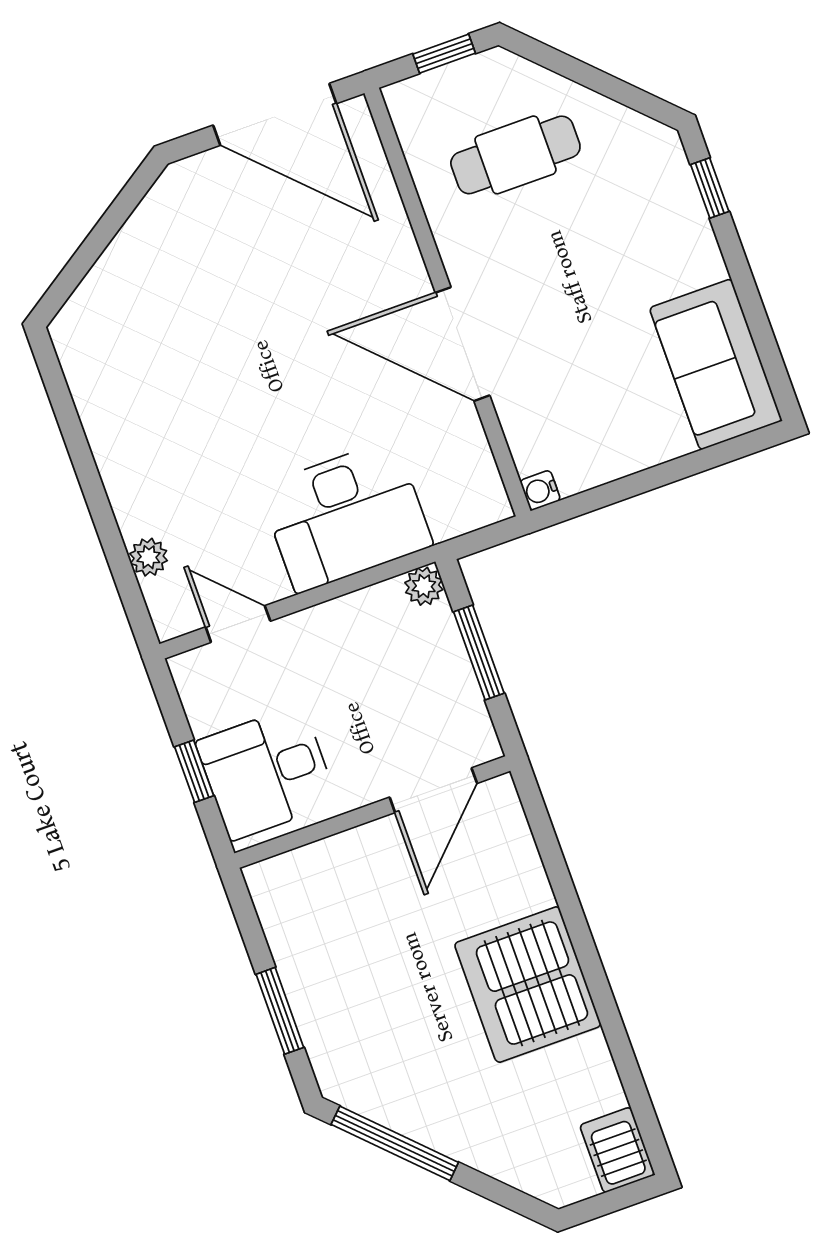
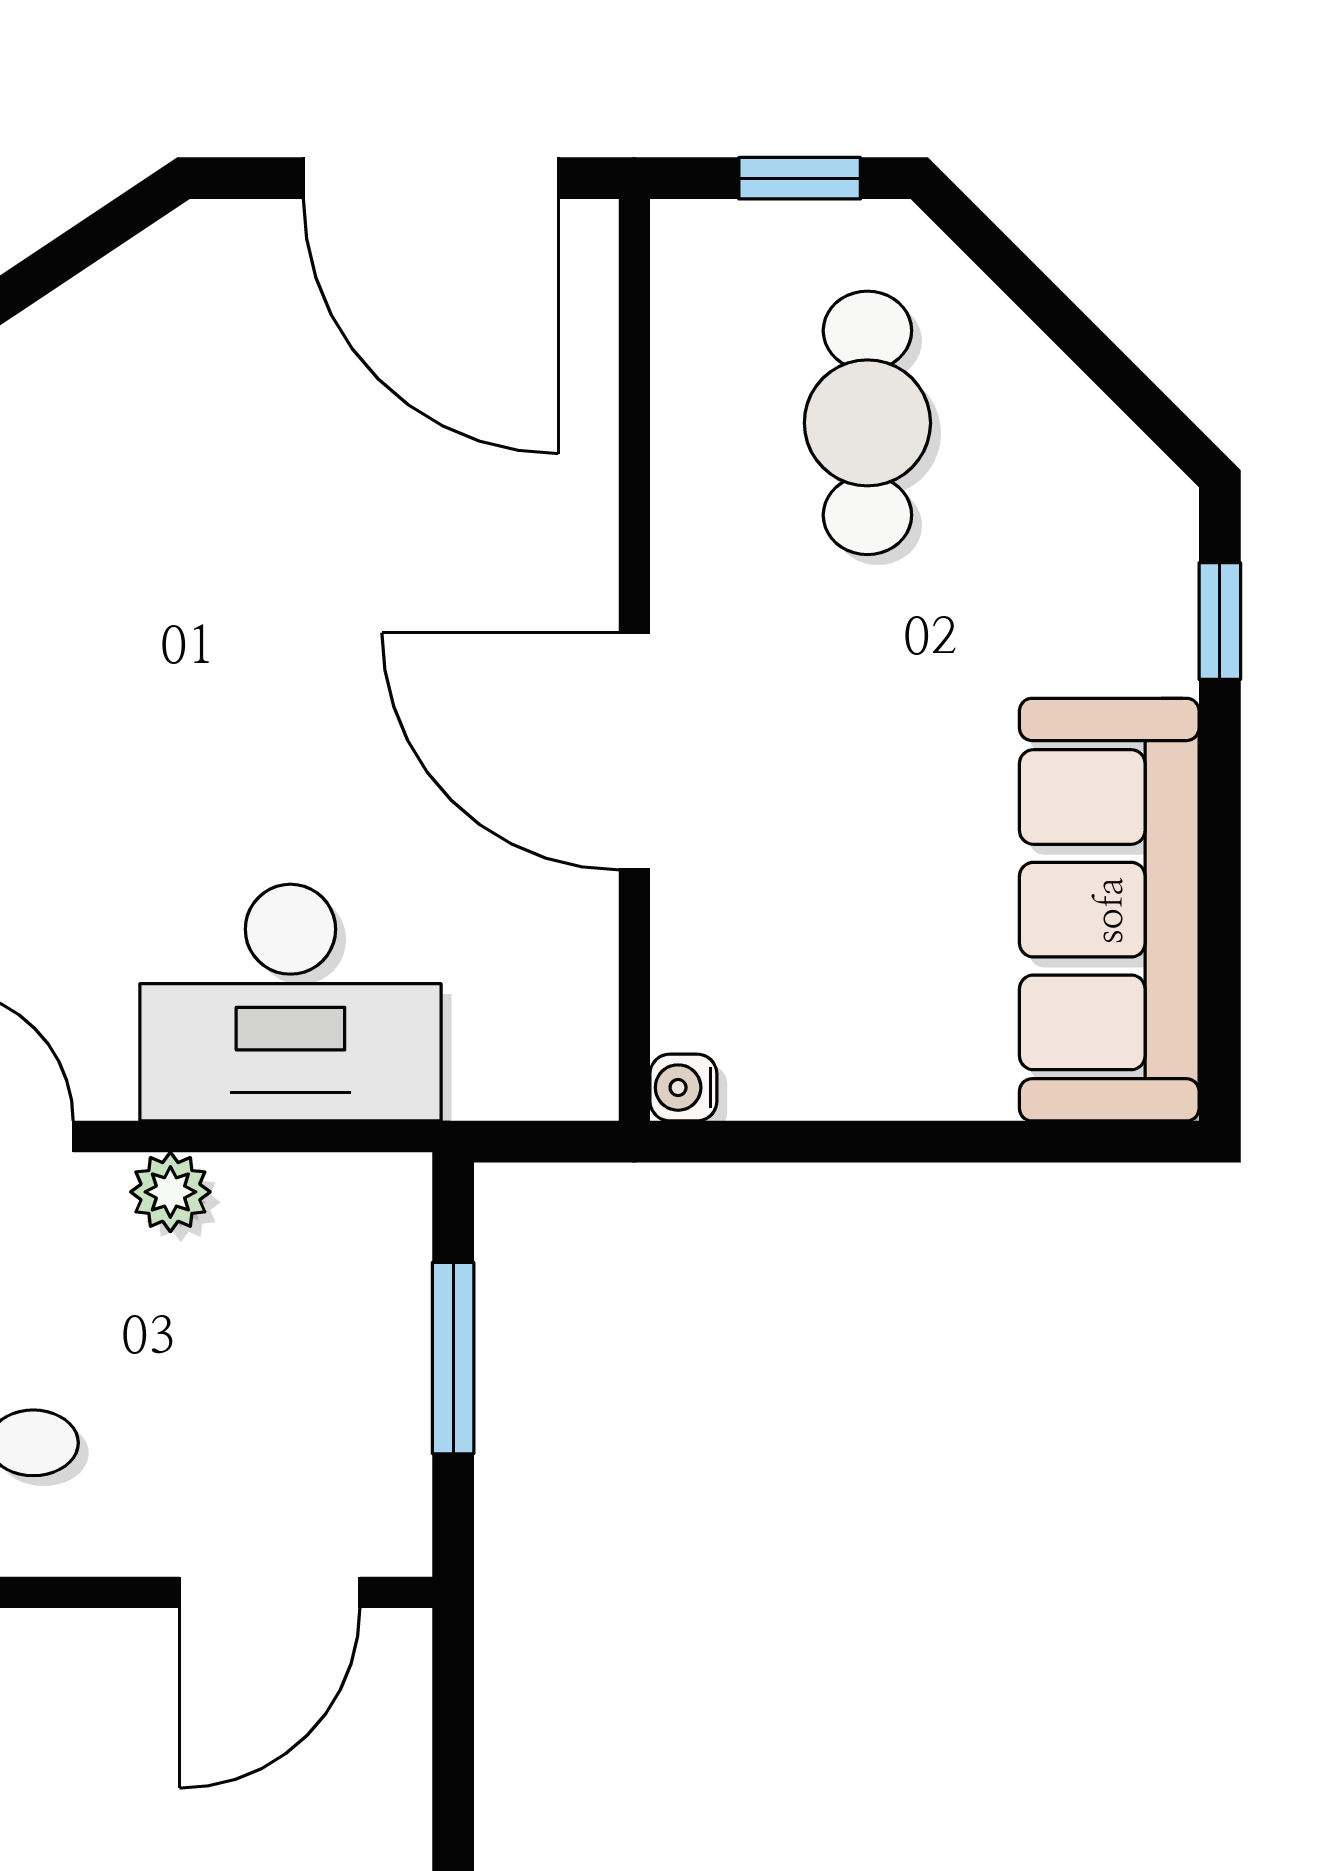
cafe table: (515, 155) -> (867, 423), turned 90
sofa: (716, 364) -> (1109, 910), width x1.36
plant: (424, 586) -> (170, 1192), moved

